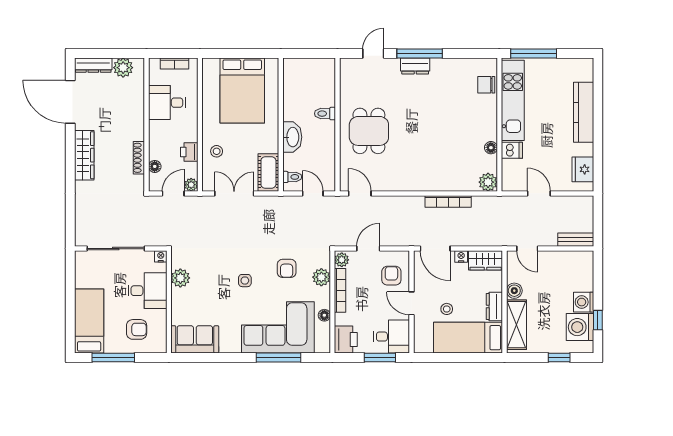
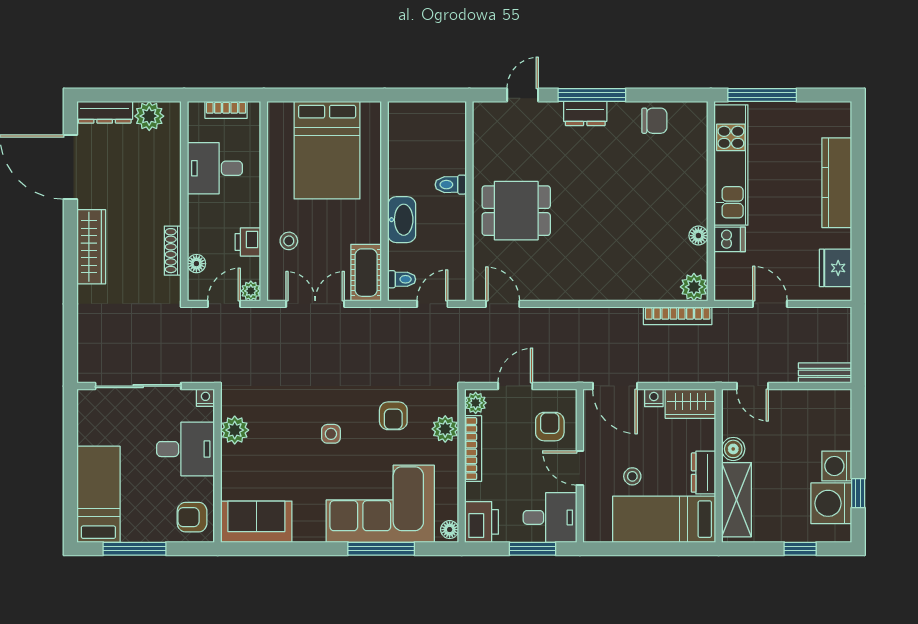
chair: (486, 85) -> (654, 121), moved, turned 180
dining table: (369, 131) -> (516, 211), turned 90
door: (313, 193) -> (432, 304), hinge flipped
bookcase: (448, 201) -> (678, 316), moved
floor lamp: (324, 315) -> (450, 530), moved
armchair: (137, 329) -> (192, 517), moved, turned 180

